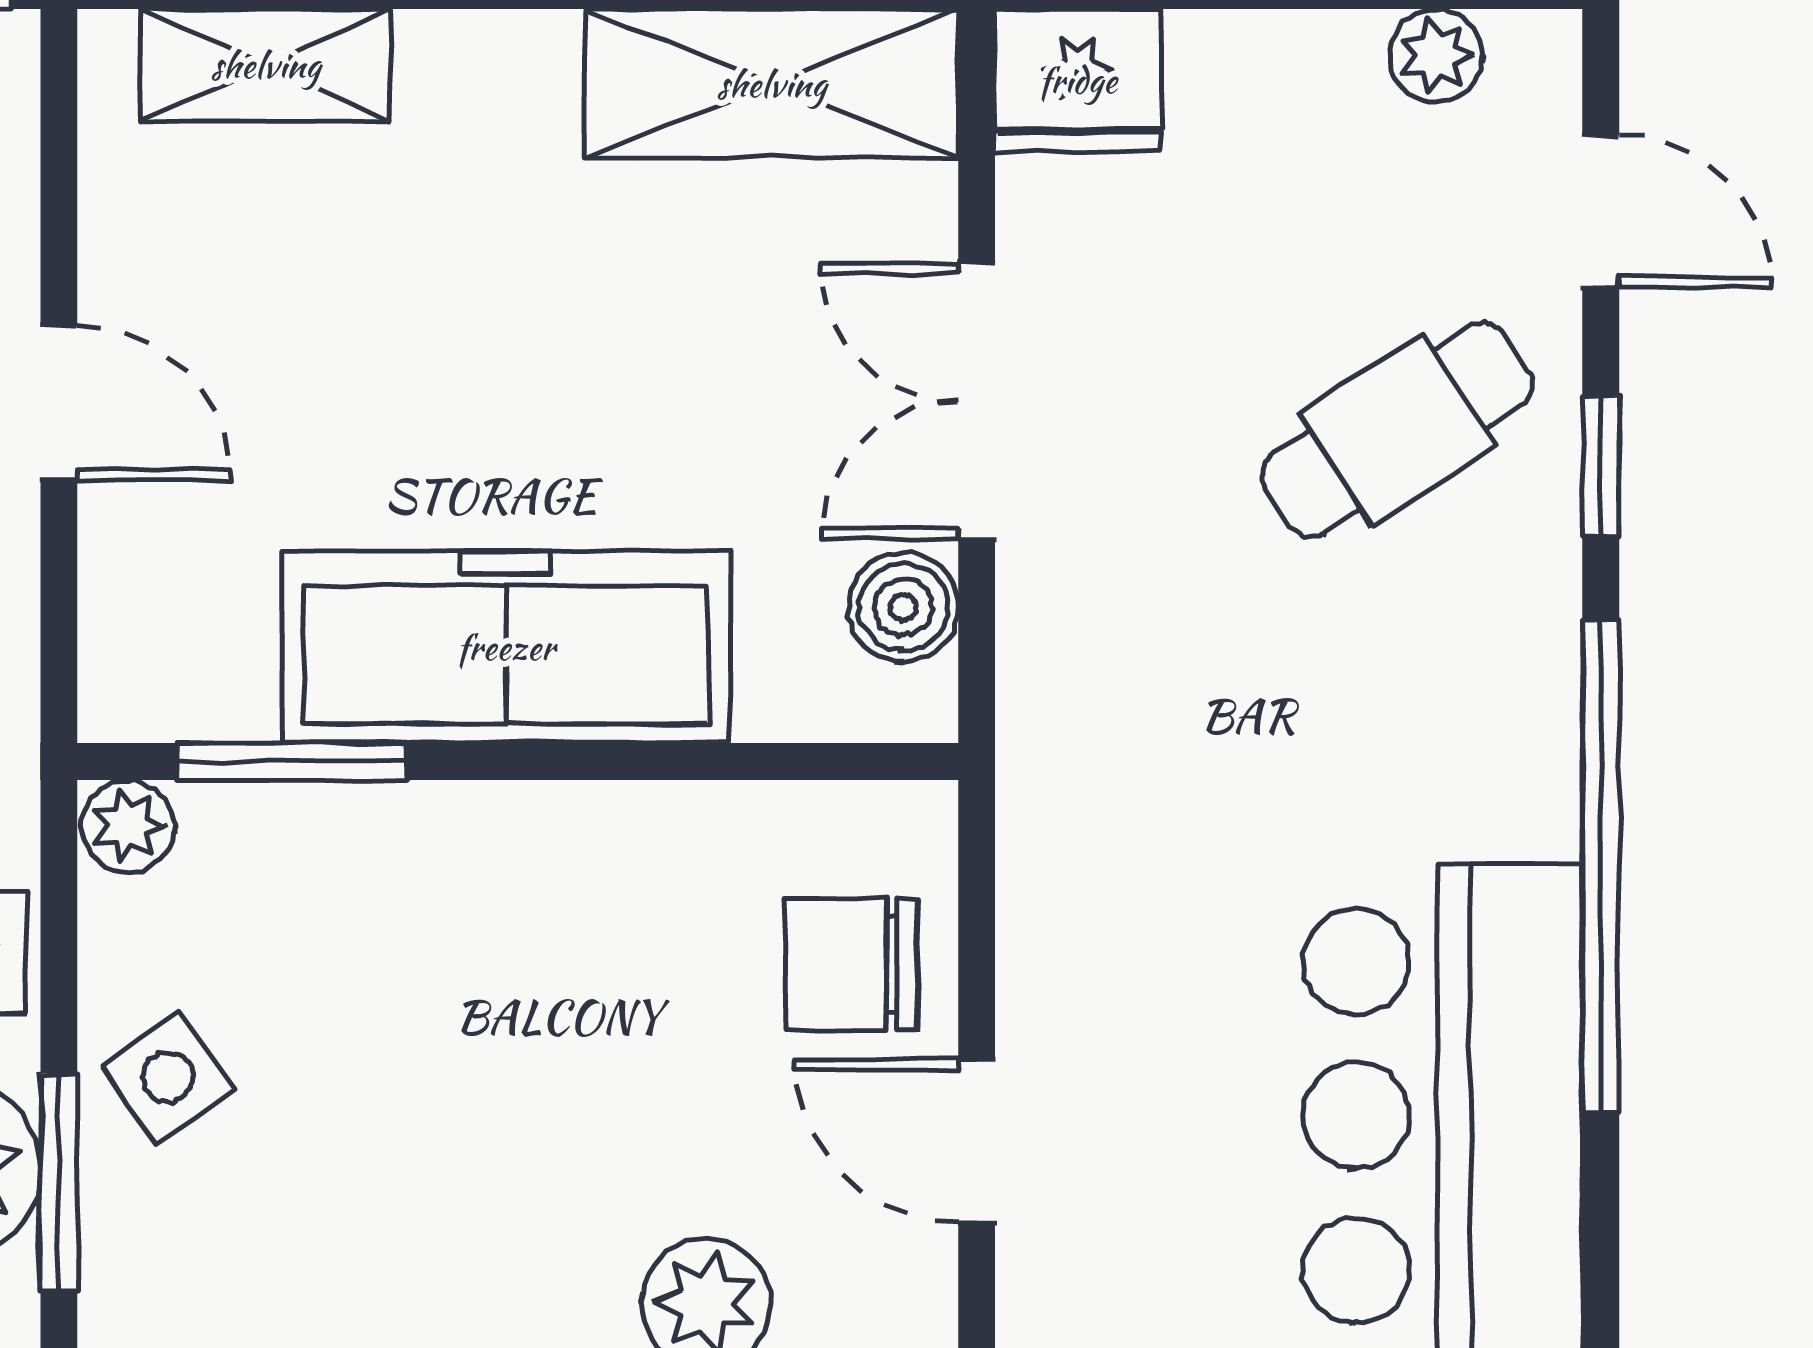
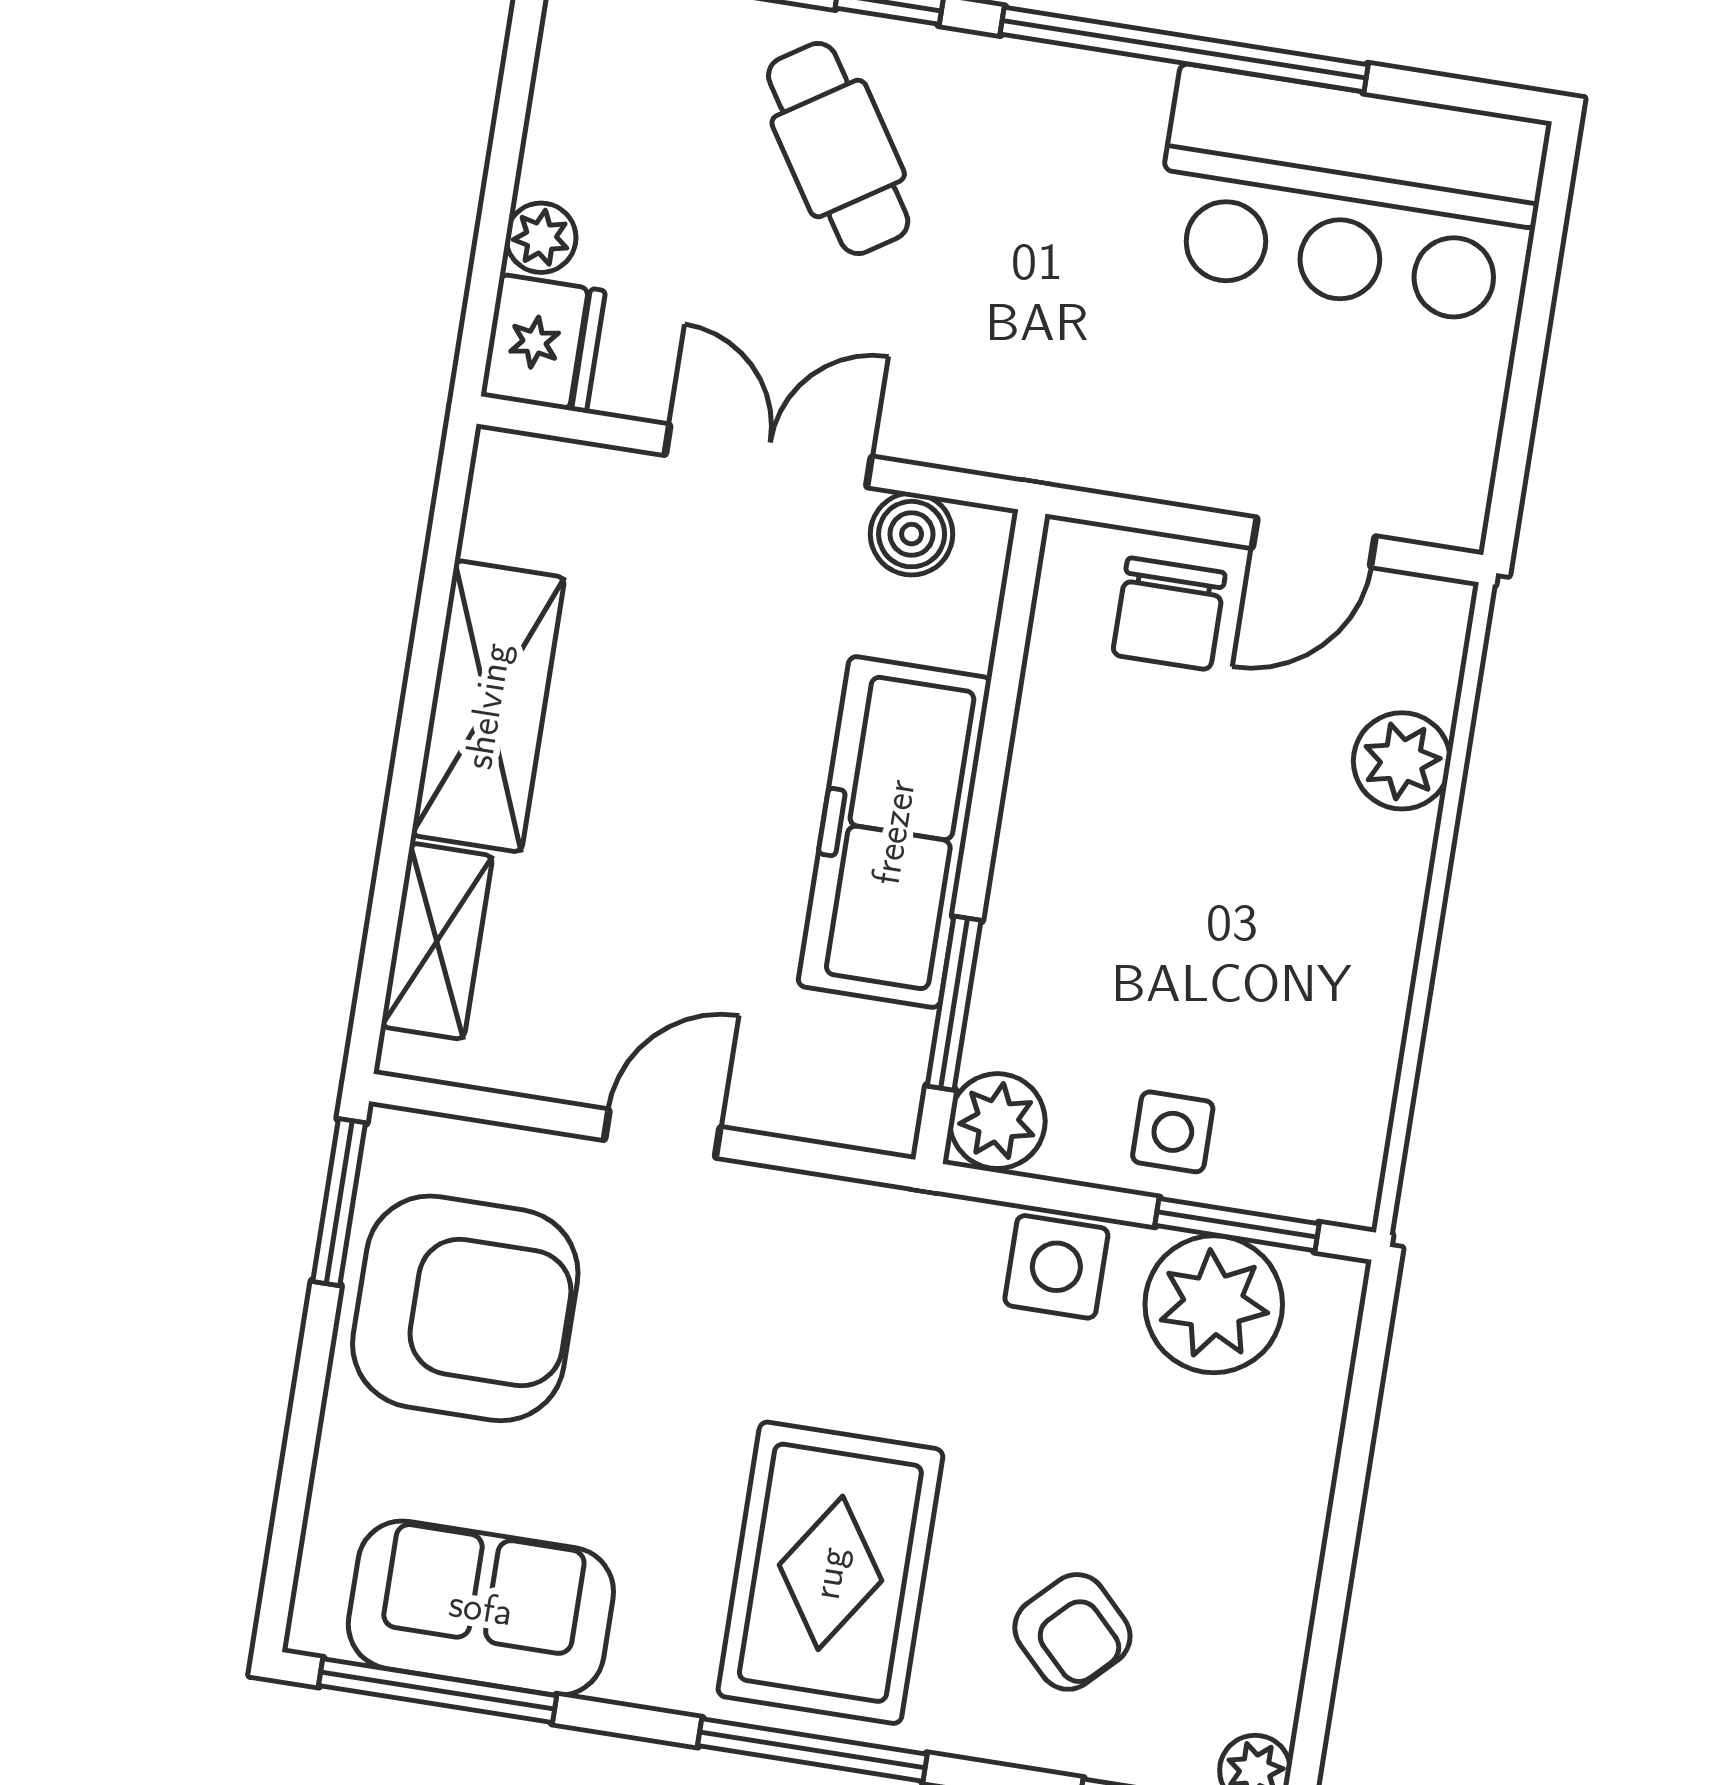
plant: (1436, 56) -> (541, 238), moved
shelving: (772, 84) -> (488, 706), moved
double door: (977, 402) -> (768, 456), swing flipped
plant: (128, 826) -> (997, 1121), width x1.38, depth x1.38
side table: (168, 1078) -> (1173, 1132), turned 35

